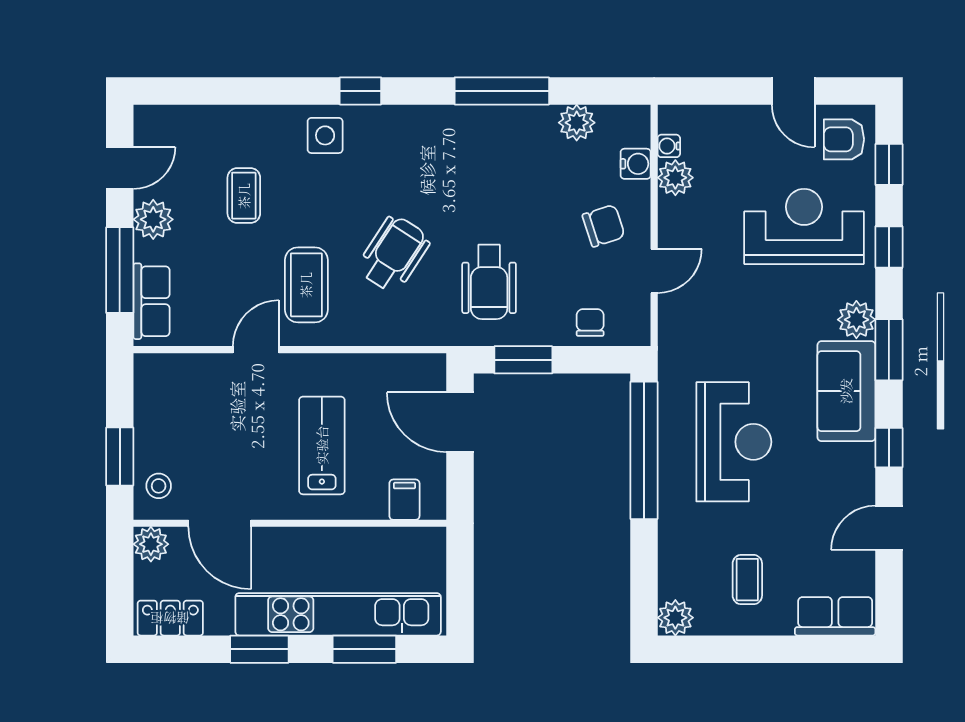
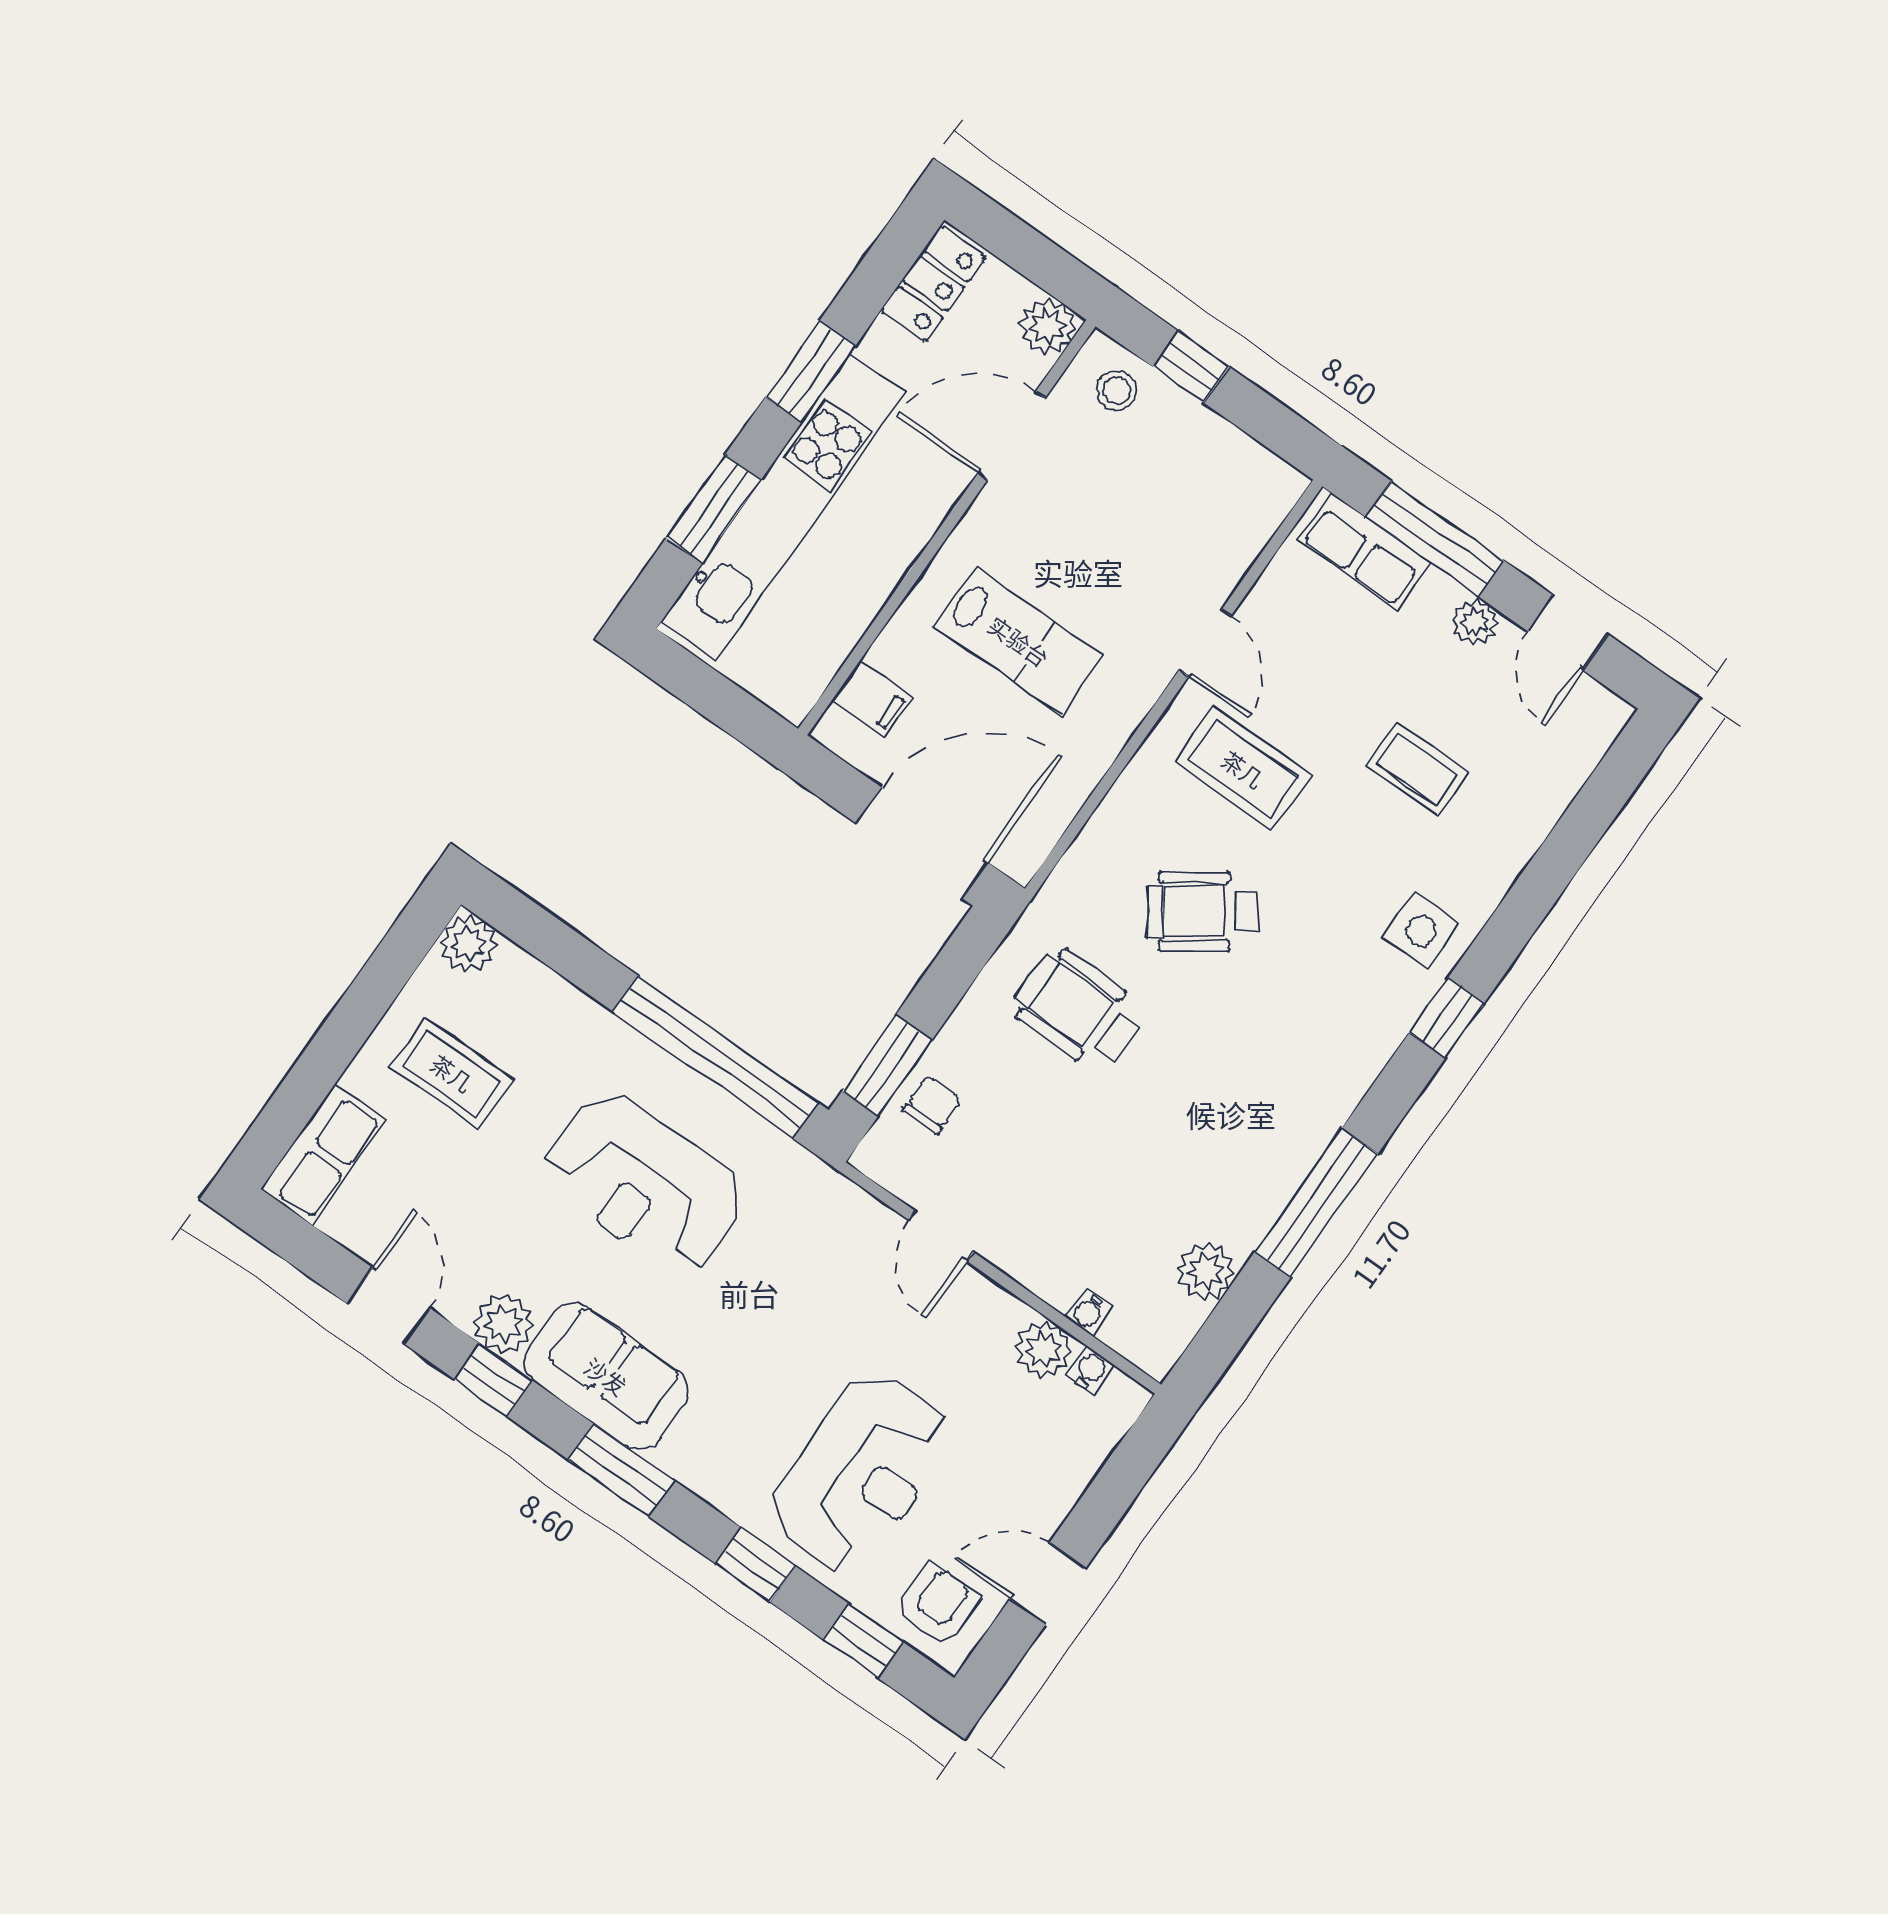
water cooler: (636, 164) -> (1088, 1312), width x0.72, depth x0.72
plant: (153, 219) -> (1475, 622), width x0.73, depth x0.73
chair: (604, 226) -> (1046, 1212), removed
wheelchair: (394, 254) -> (1203, 911), turned 112
plant: (856, 320) -> (504, 1323), moved
chair: (590, 322) -> (932, 1105), turned -90
window: (523, 360) -> (887, 1066), moved
door: (460, 422) -> (922, 843), width x1.36
window: (120, 456) -> (1191, 367), width x0.67
coffee table: (747, 580) -> (452, 1073), width x1.36, depth x1.30

